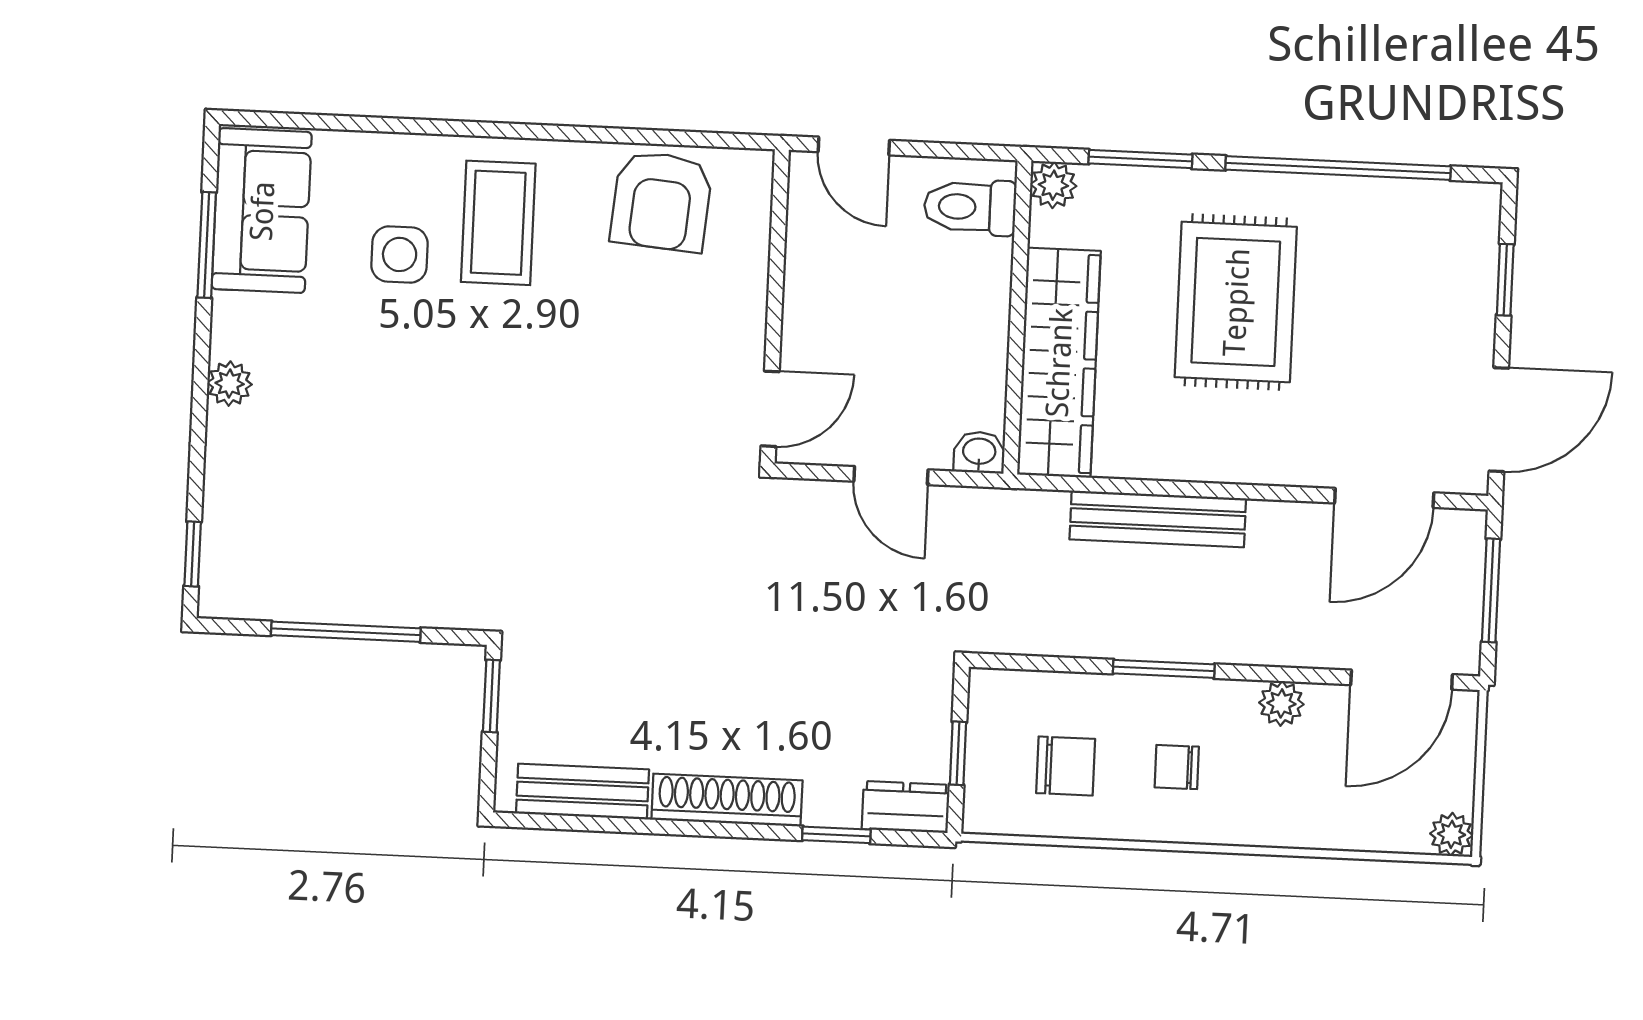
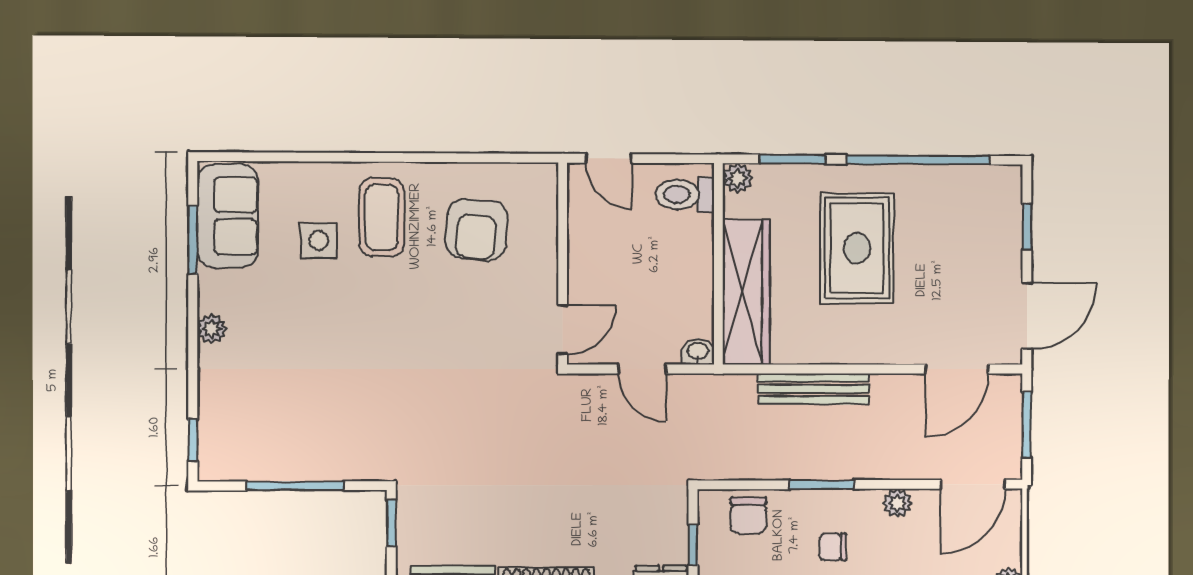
armchair: (661, 201) -> (477, 230), moved
chair: (1066, 766) -> (748, 515), moved, turned 90

